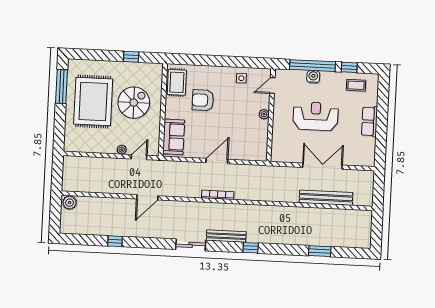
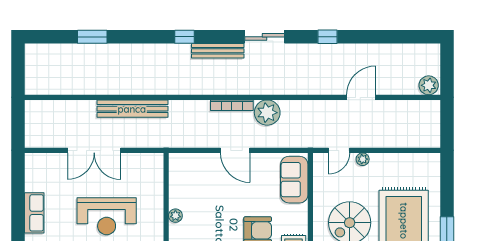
door: (217, 161) -> (235, 150), hinge flipped
plant: (191, 188) -> (267, 113), added
door: (147, 197) -> (361, 97), moved
bench: (326, 198) -> (132, 109), moved
window: (115, 241) -> (328, 37), moved

